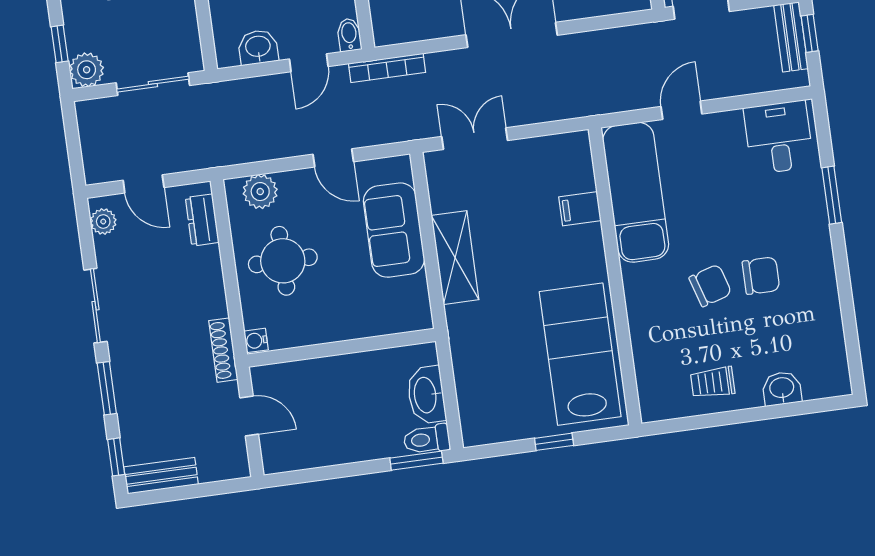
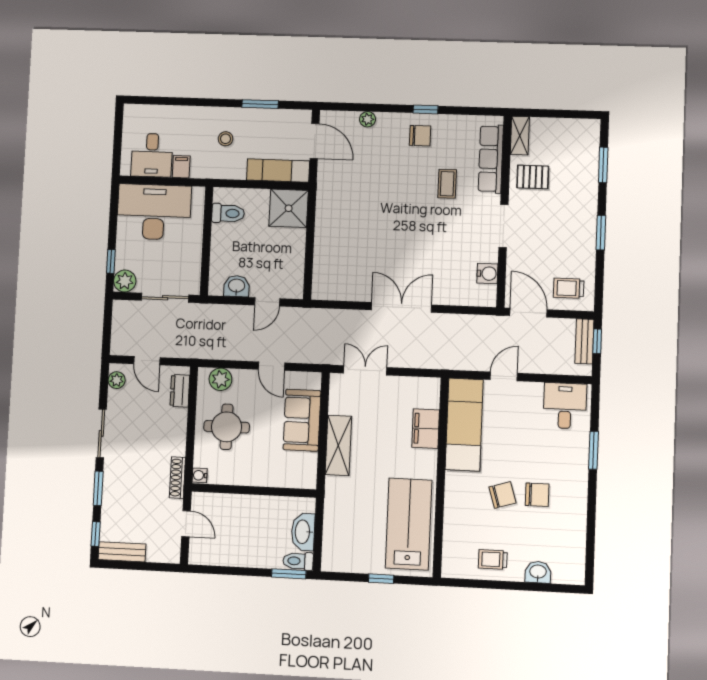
bidet: (349, 35) -> (296, 289), removed
bookcase: (387, 68) -> (317, 314), removed
filing cabinet: (580, 209) -> (426, 429), width x2.00

